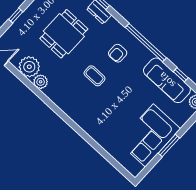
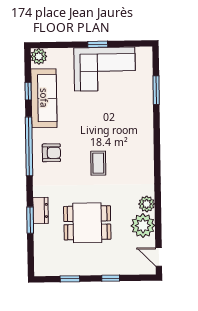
armchair: (118, 53) -> (51, 153), moved
window: (169, 146) -> (98, 44), width x0.67
window: (106, 155) -> (156, 90), added

